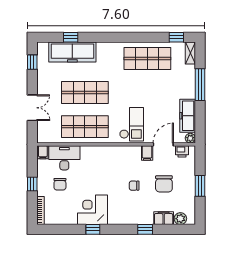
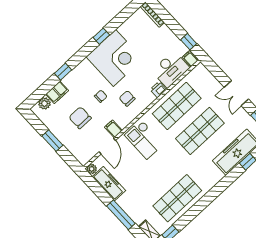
double door: (32, 108) -> (236, 93), moved
printer: (182, 151) -> (158, 90), moved
window: (32, 184) -> (189, 42), moved
chair: (60, 184) -> (127, 98), moved
corner desk: (93, 210) -> (114, 58), width x1.36, depth x1.36

